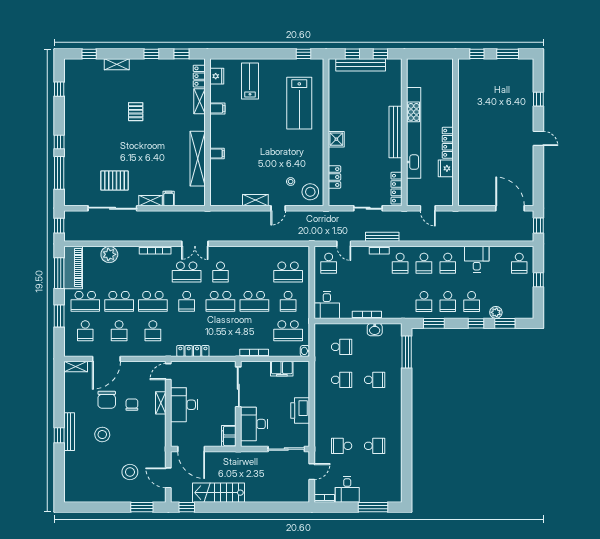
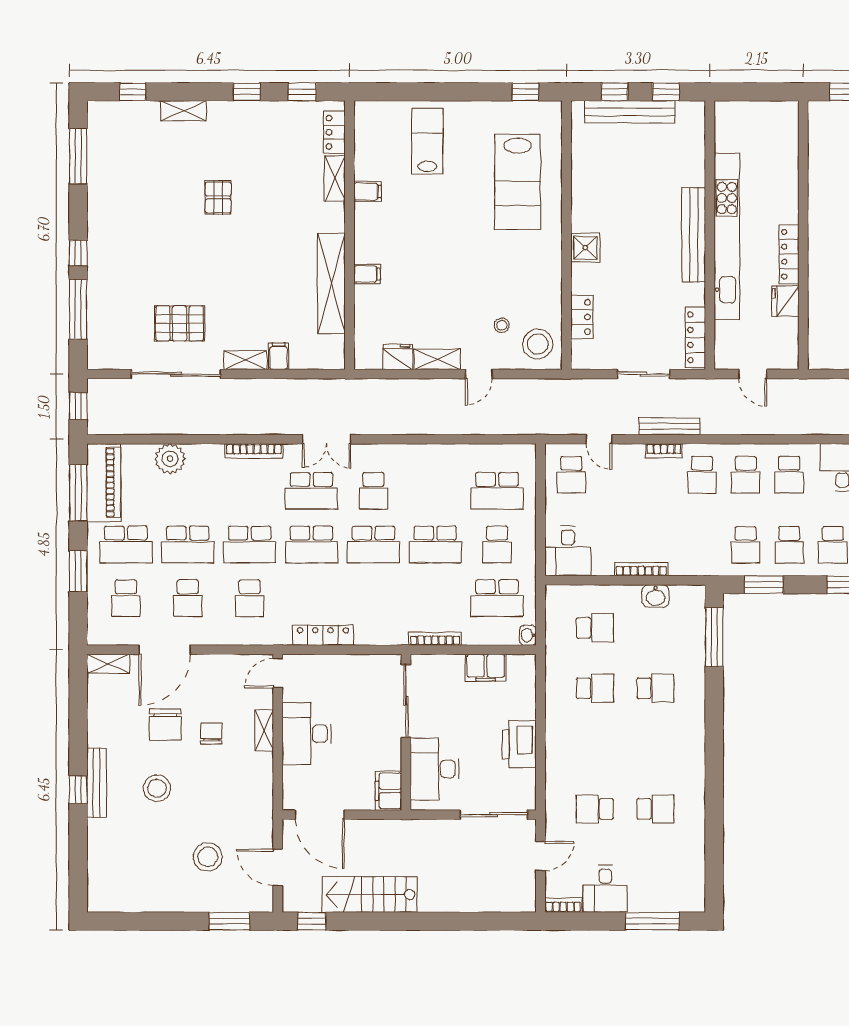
fridge: (217, 76) -> (398, 357), moved, turned -90
window: (59, 89) -> (78, 156), width x2.17
school desk: (187, 301) -> (311, 544), width x1.85

